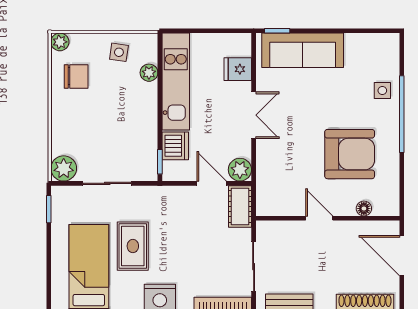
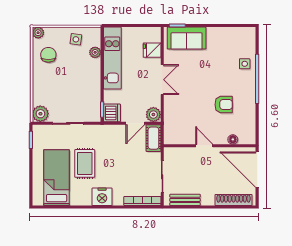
sofa: (303, 50) -> (187, 38), width x0.73
chair: (76, 76) -> (48, 55), turned -90
dishwasher: (175, 146) -> (112, 113), moved
armchair: (350, 154) -> (224, 105), width x0.53, depth x0.53
door: (212, 183) -> (135, 123), swing flipped
door: (402, 256) -> (257, 170), width x1.36

